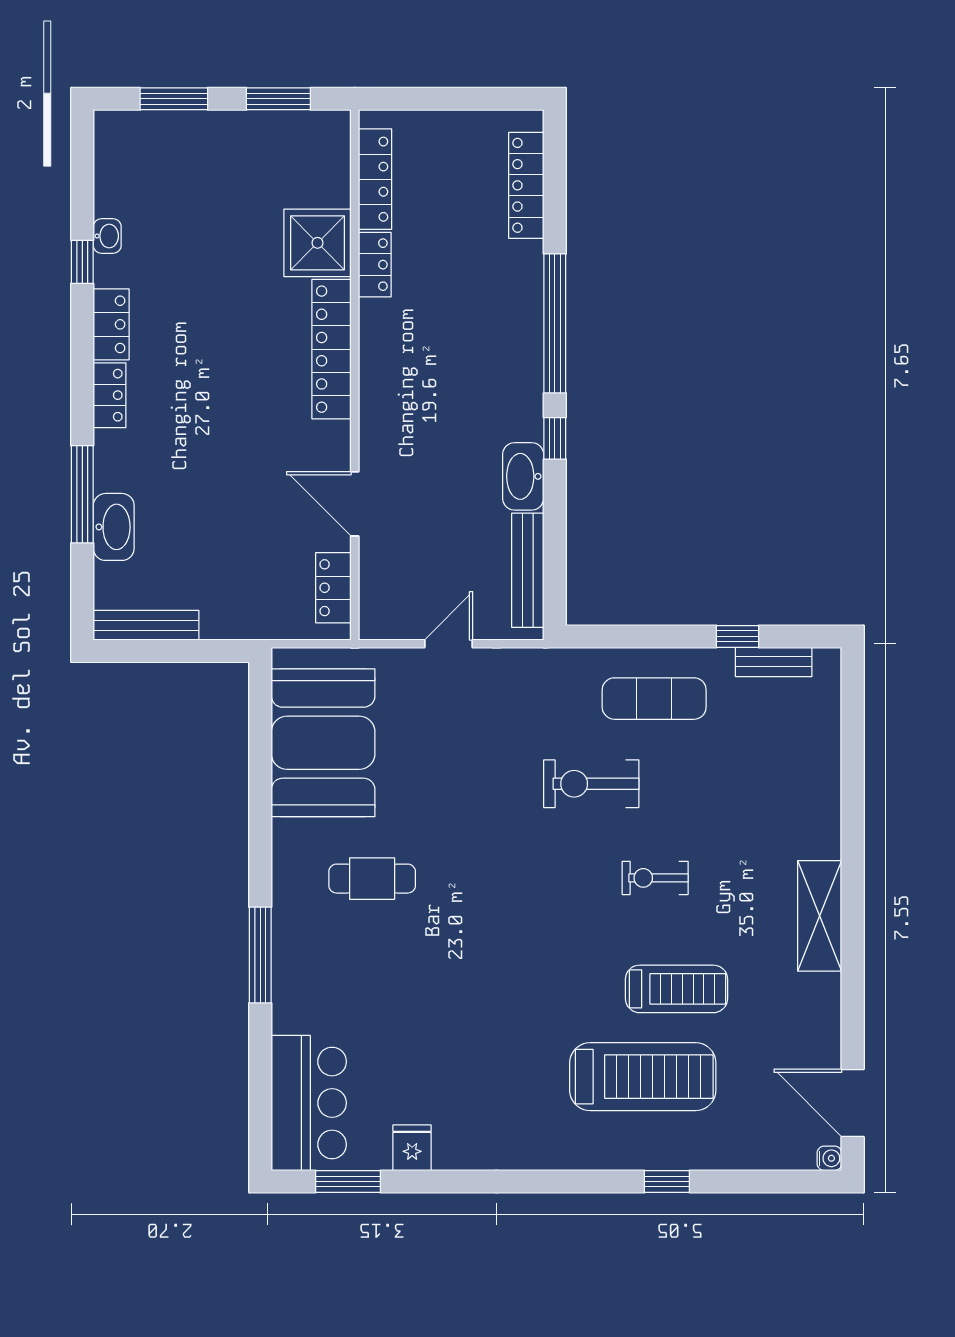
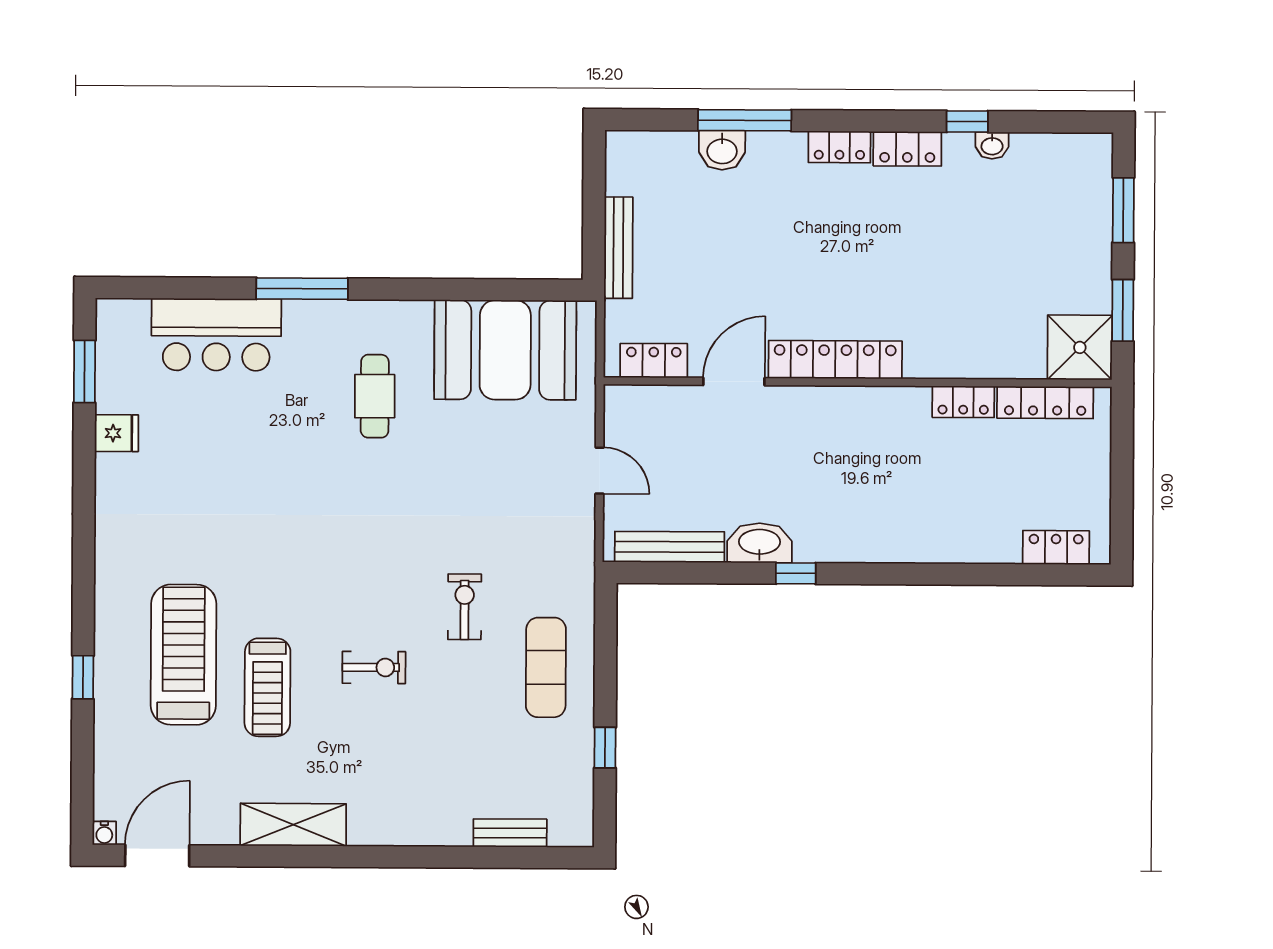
locker: (526, 185) -> (1056, 547), width x0.66
shower: (317, 243) -> (1080, 347), moved
window: (555, 323) -> (906, 574), removed
locker: (331, 349) -> (835, 360), moved
washbasin: (114, 527) -> (722, 150), width x0.72
bench: (146, 625) -> (618, 248), moved
bench: (774, 662) -> (510, 833), moved, turned 90
exercise bike: (591, 784) -> (465, 607), width x0.73, depth x0.72
exercise bike: (655, 878) -> (374, 667), turned 90
shelving: (820, 916) -> (293, 825), moved
treadmill: (643, 1077) -> (184, 655), turned 180
bar counter: (309, 1103) -> (216, 335), moved

